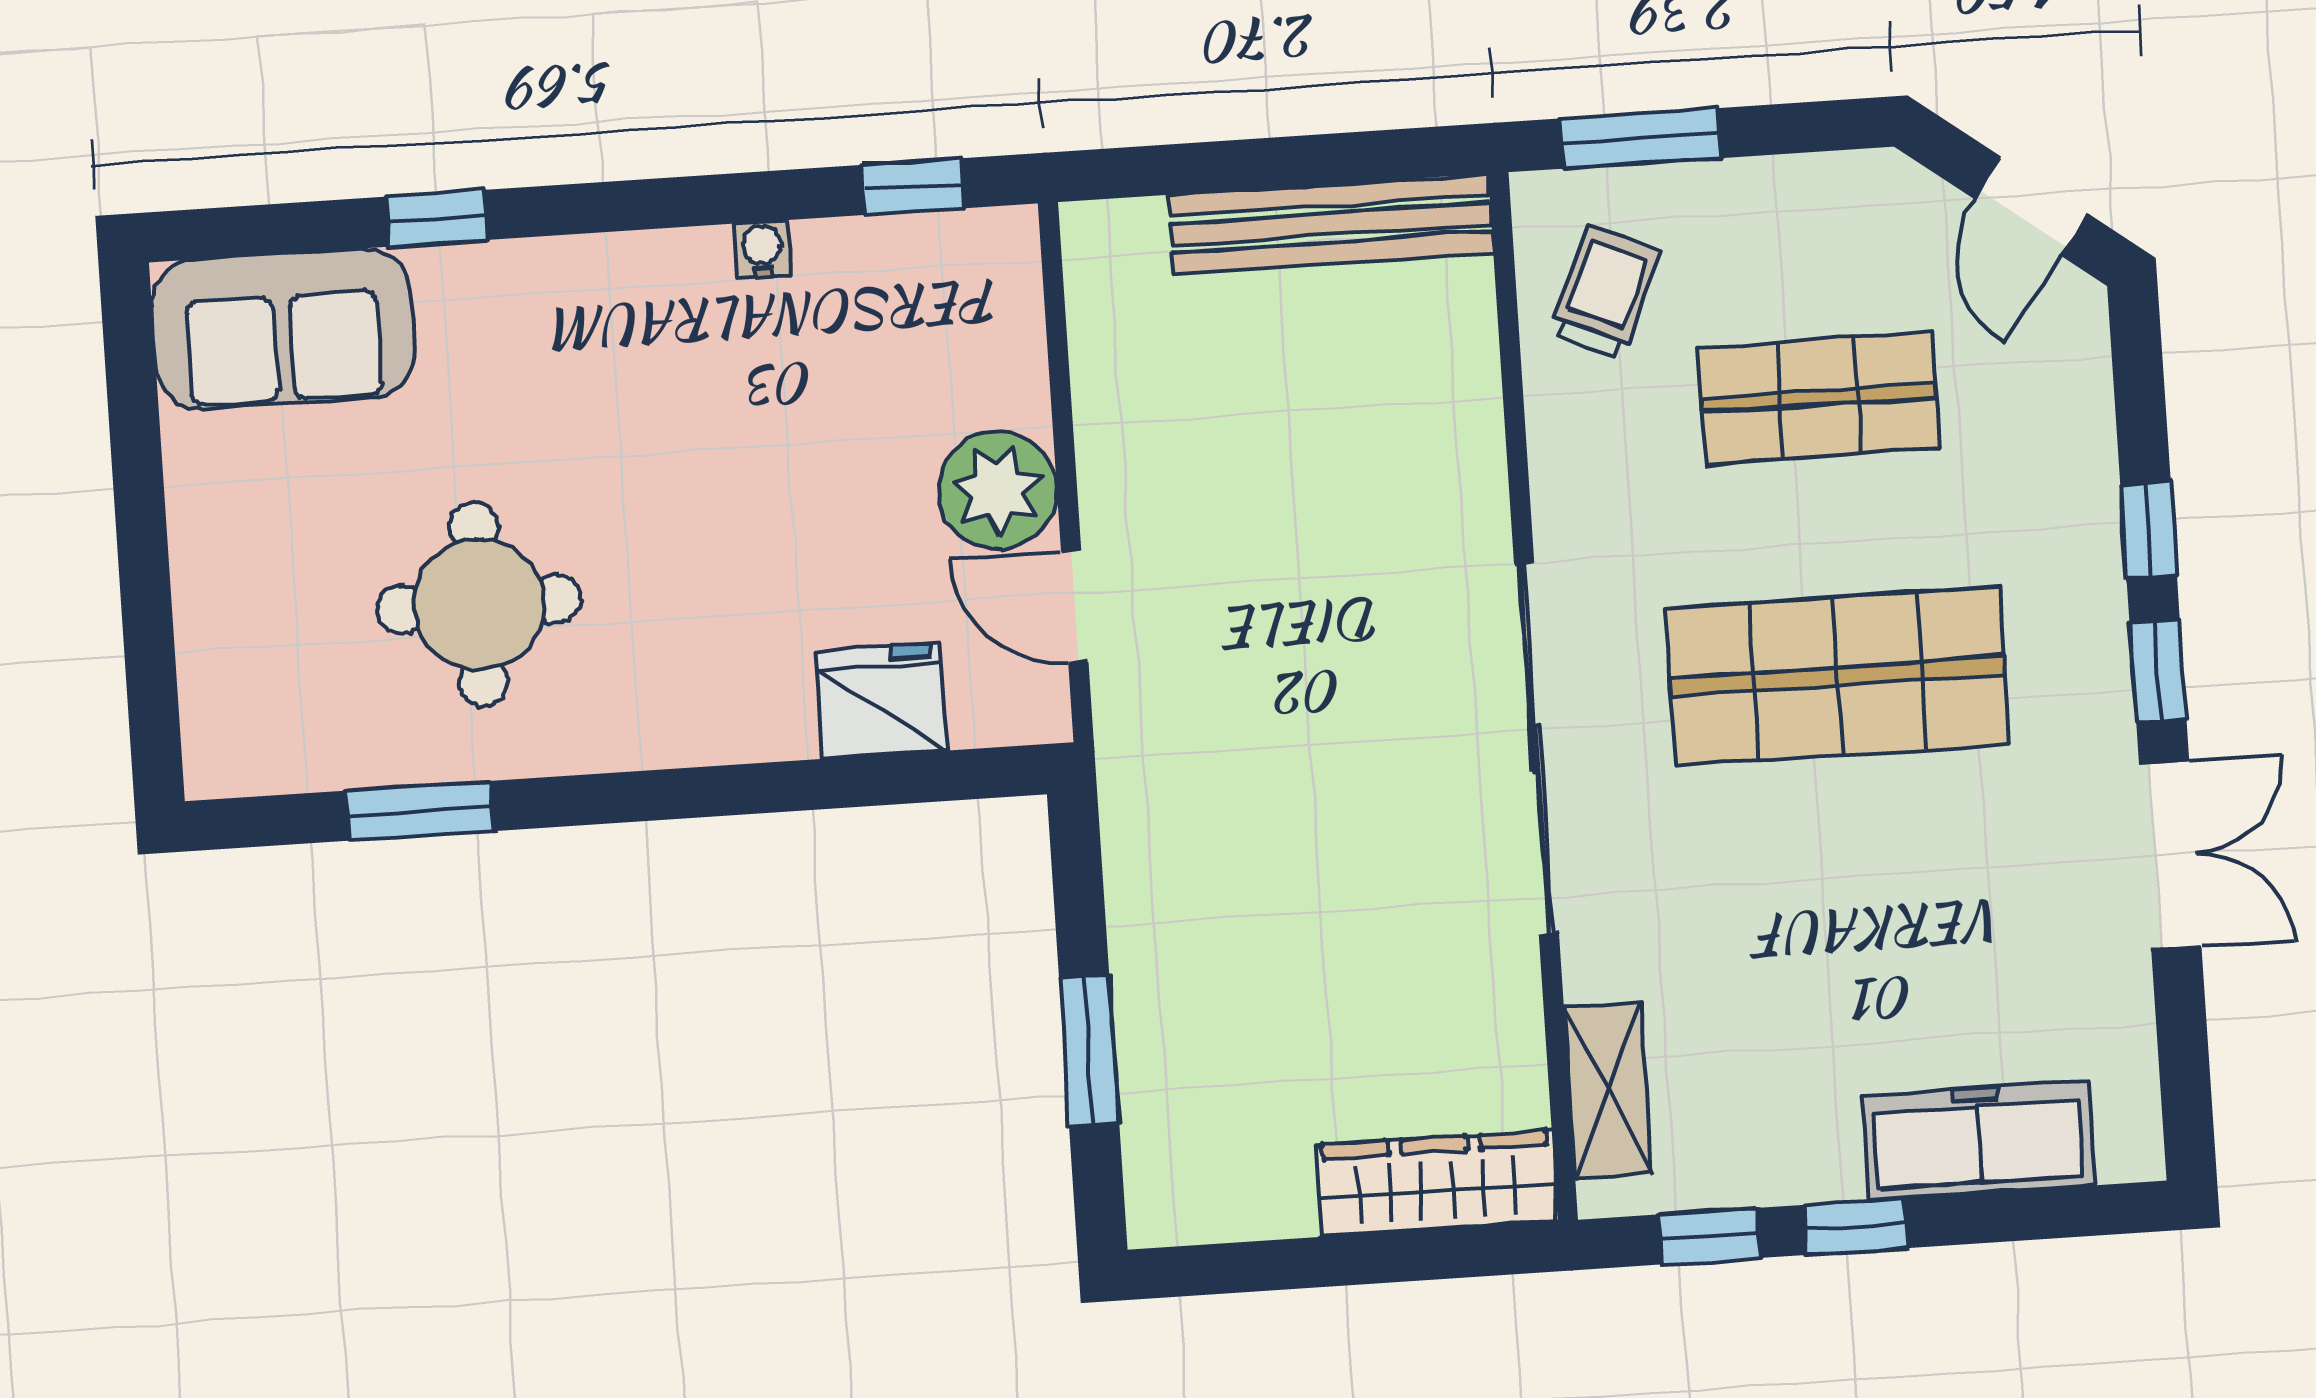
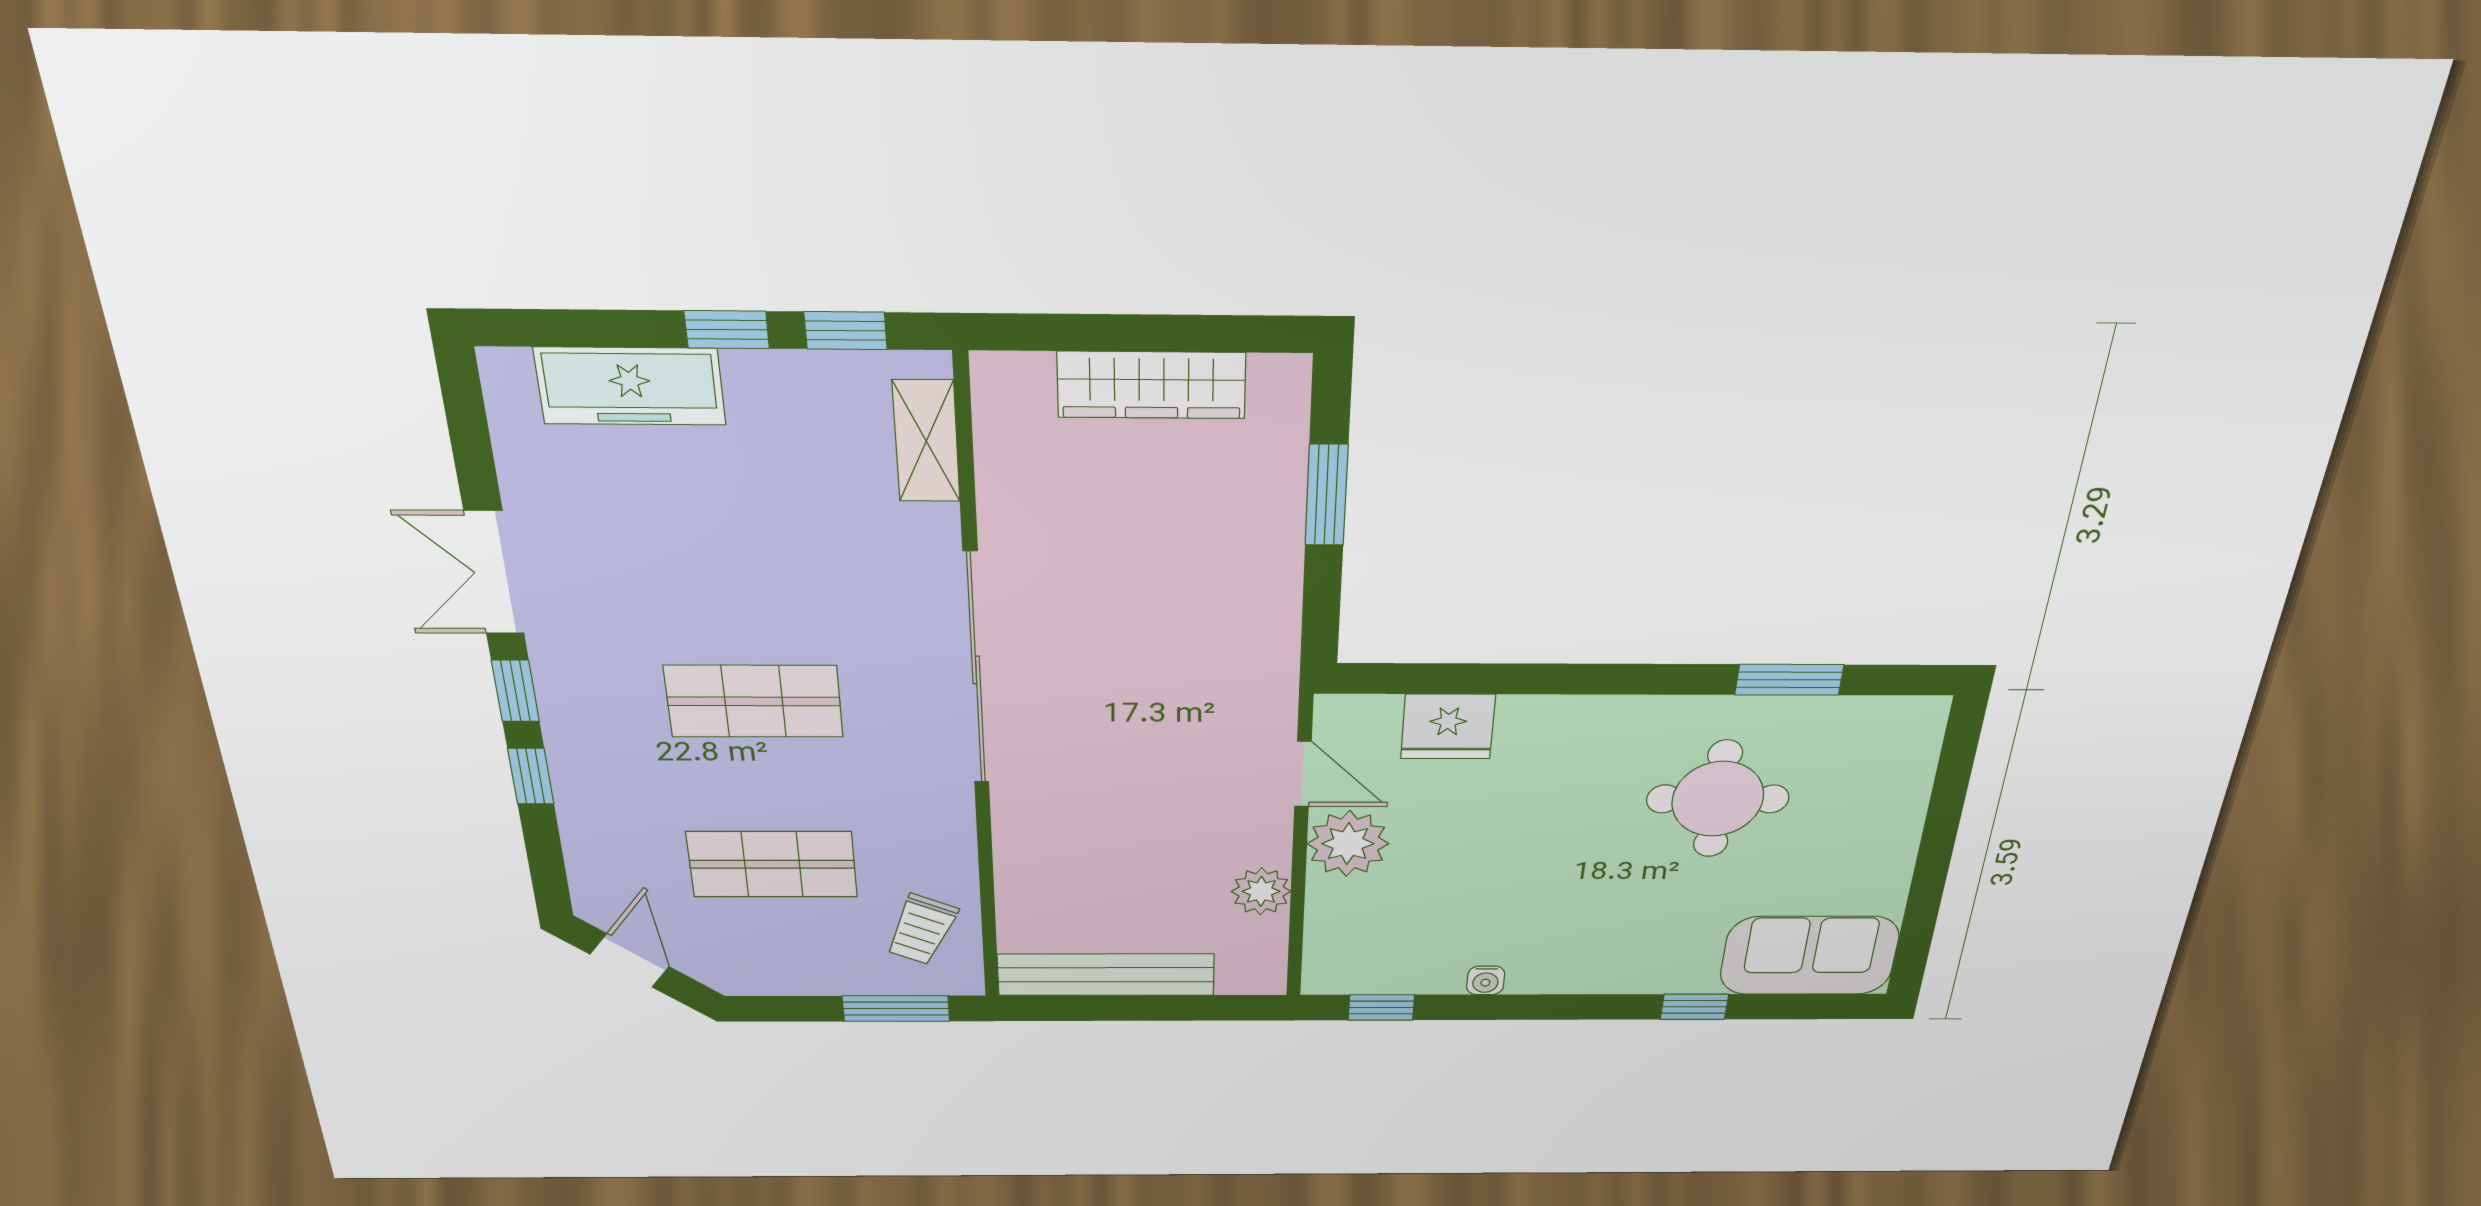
plant: (1114, 395) -> (1261, 891), added
shop shelf: (1837, 676) -> (754, 701), width x0.70, depth x0.74
wardrobe: (1437, 1183) -> (1151, 385), moved

